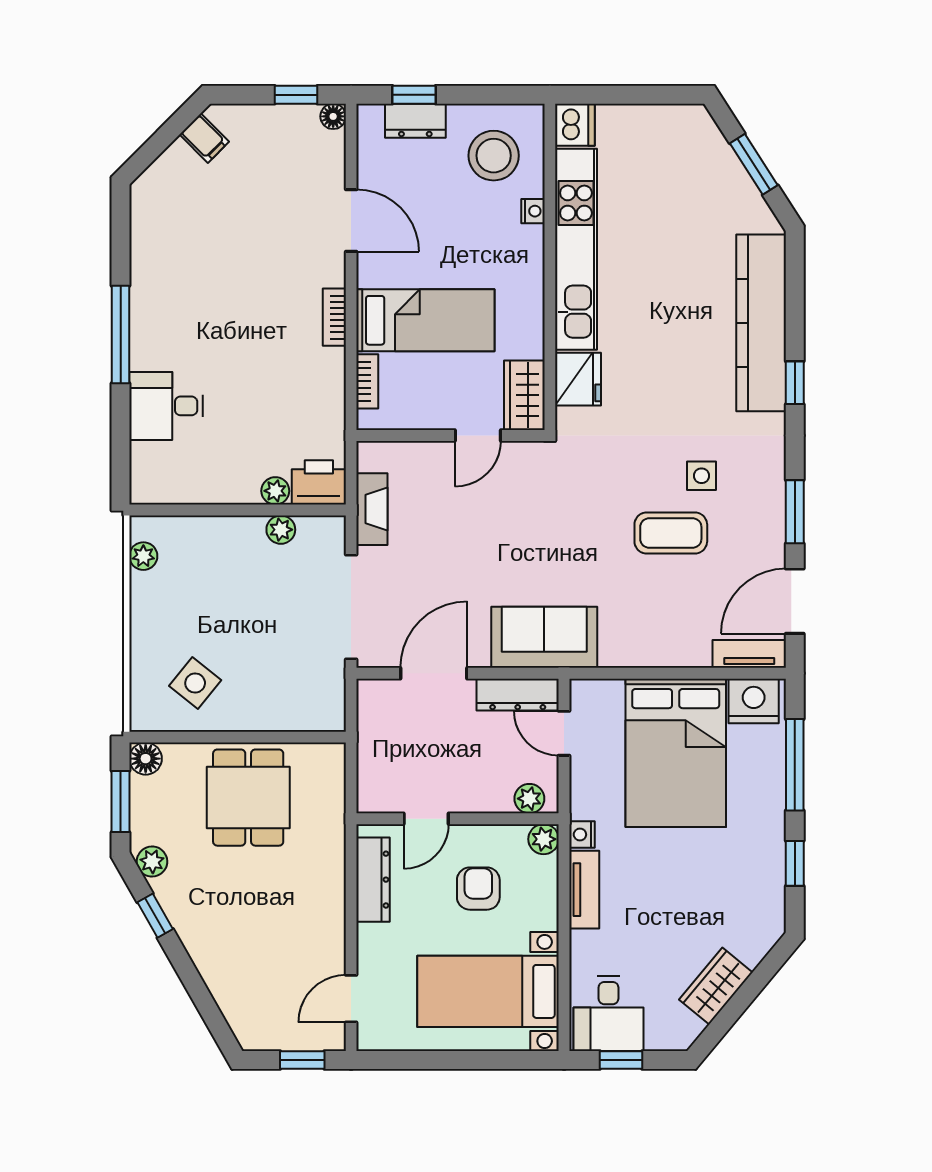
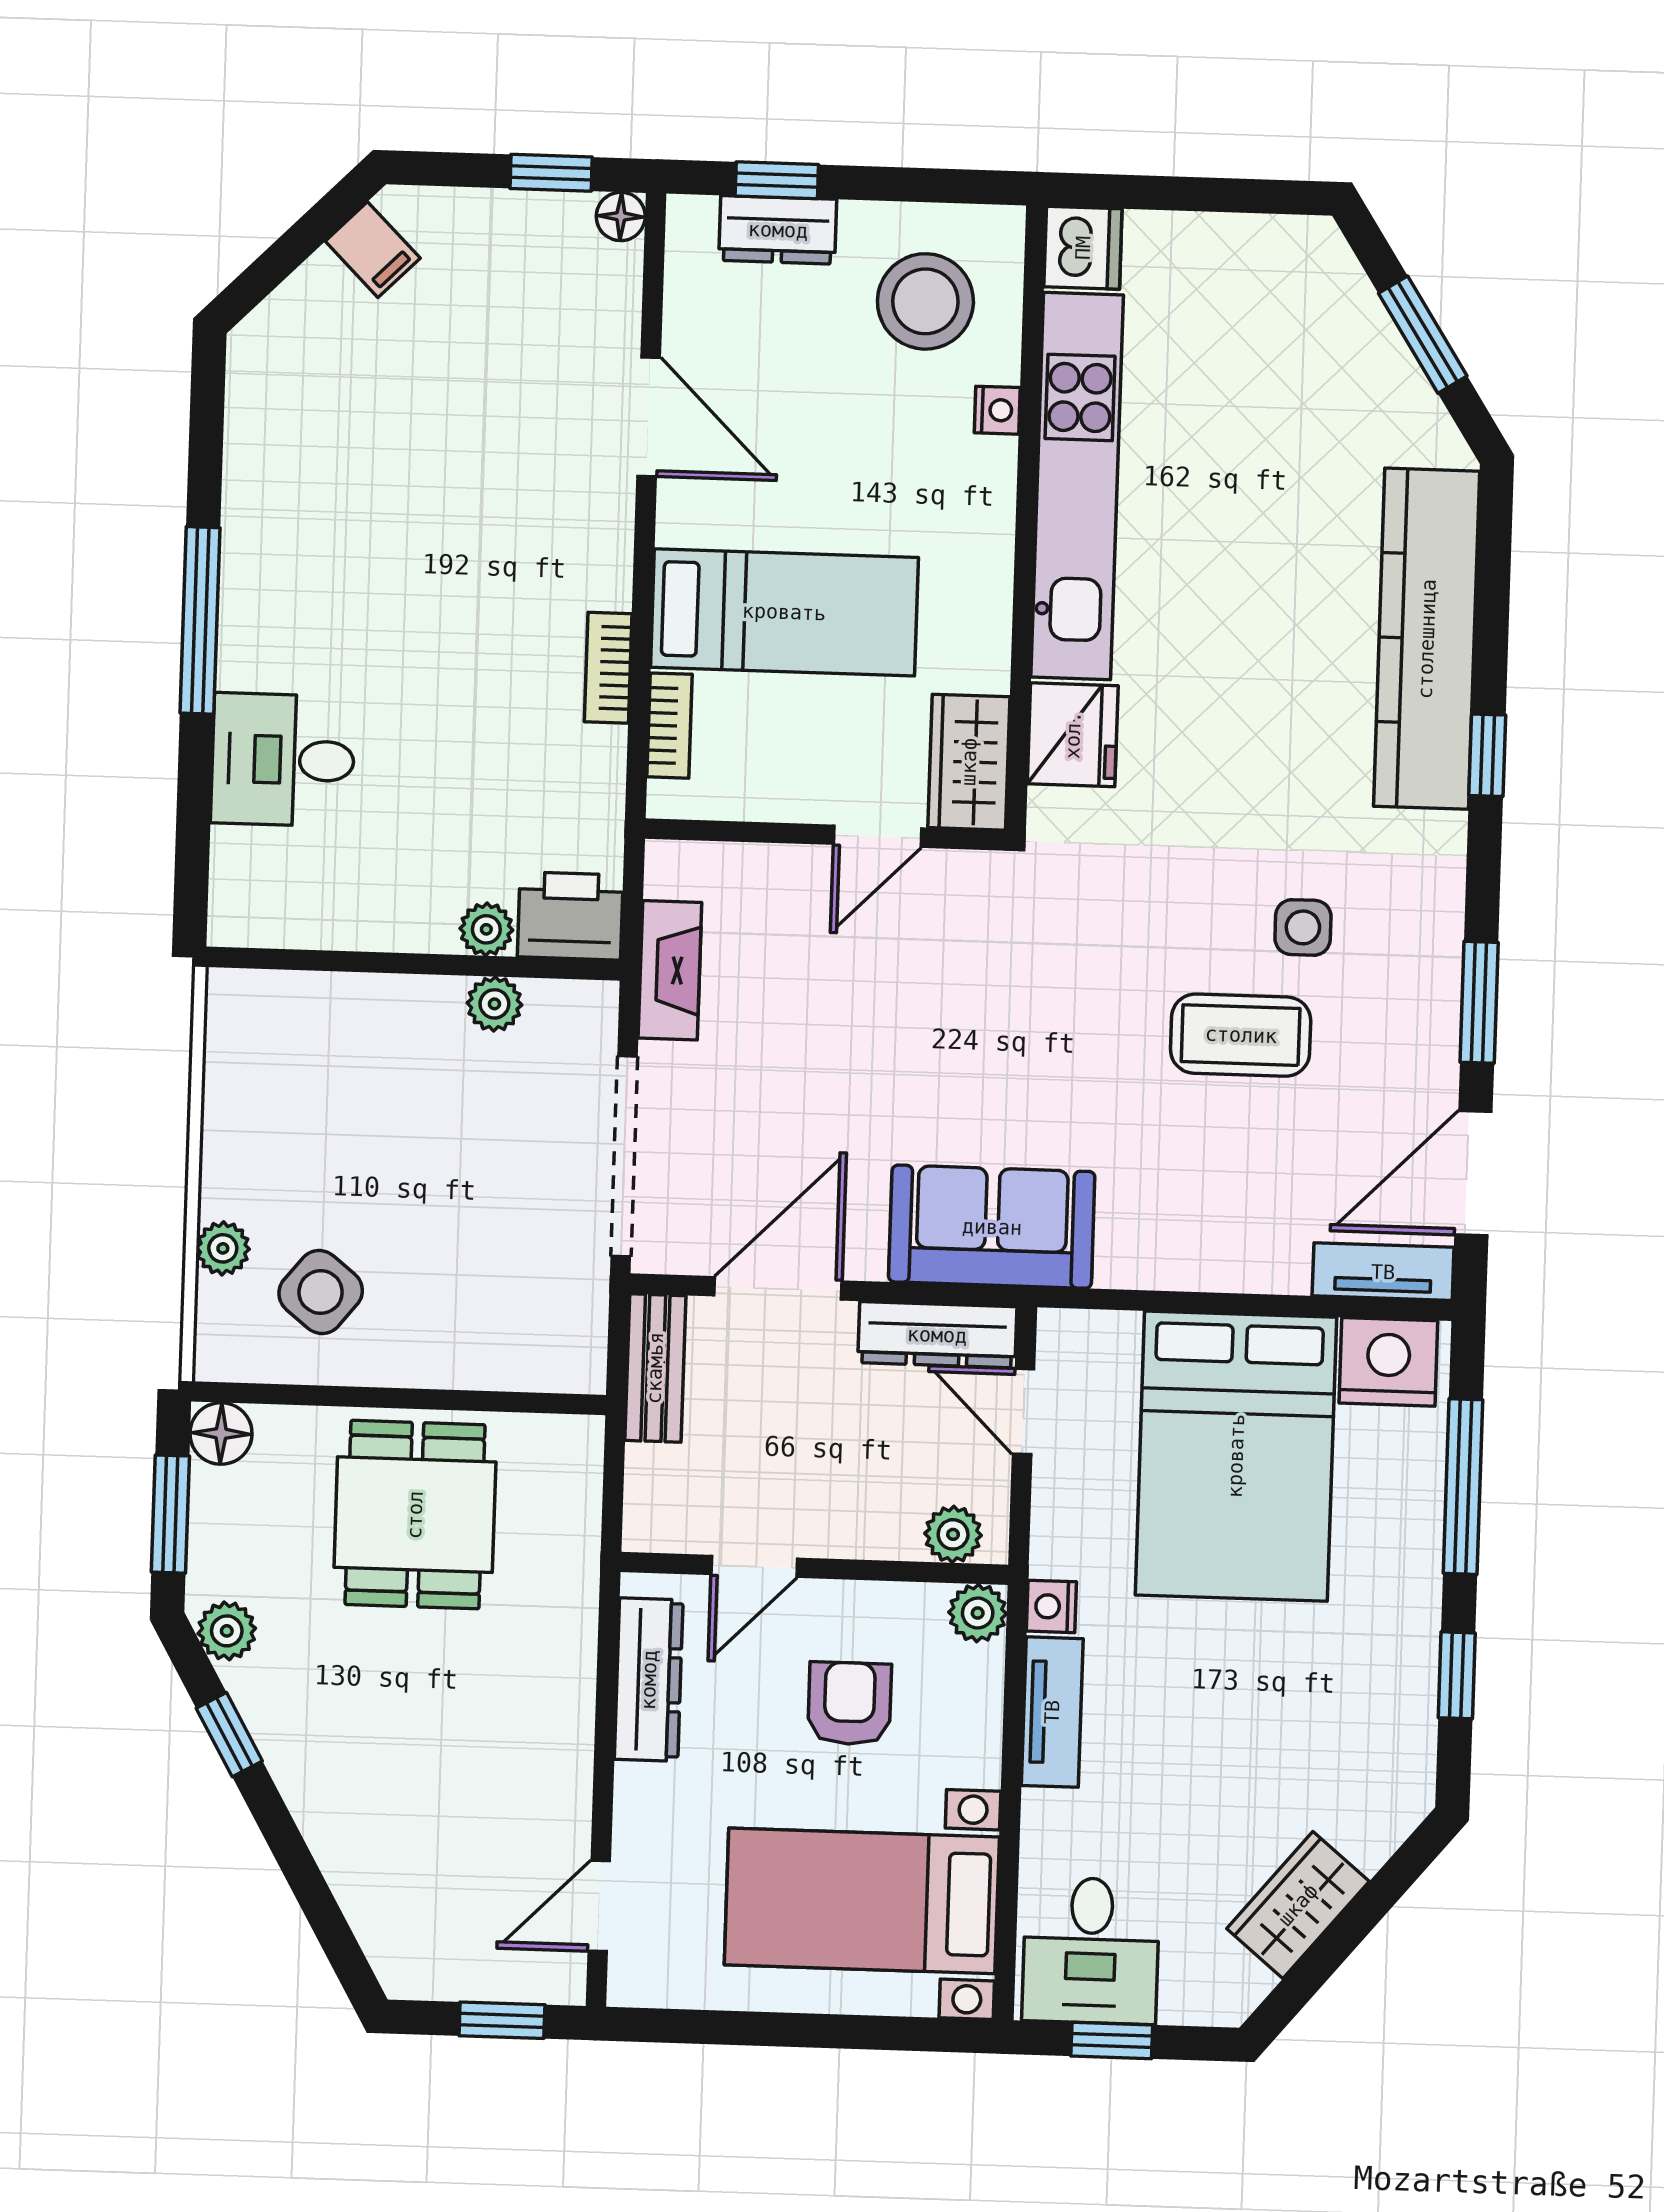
bookcase: (334, 317) -> (608, 668), moved
plant: (143, 556) -> (223, 1248), moved
bench: (371, 717) -> (655, 1368), added

